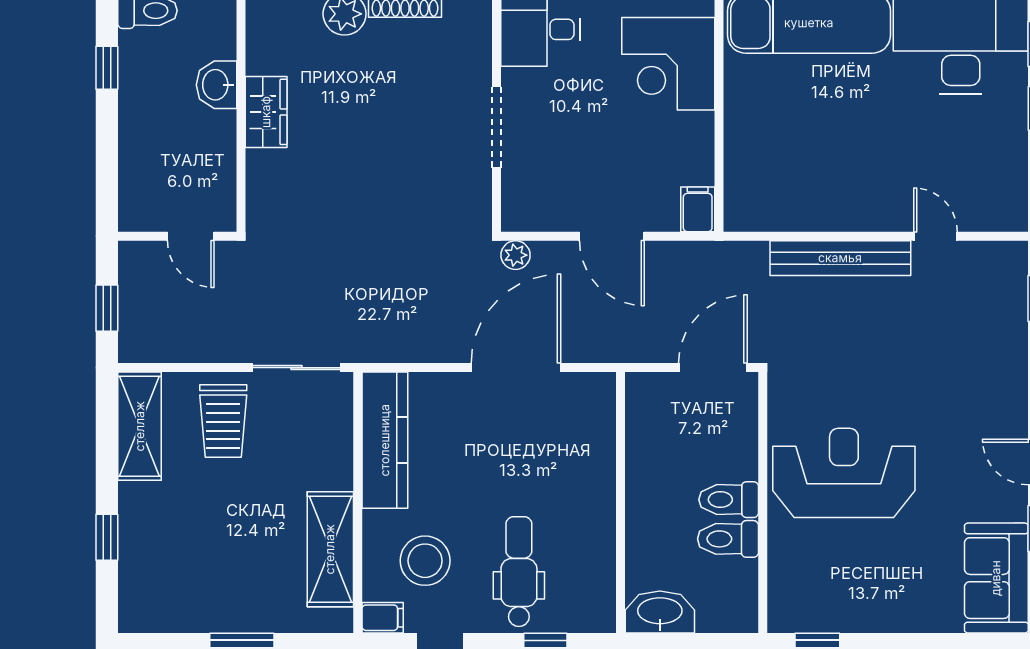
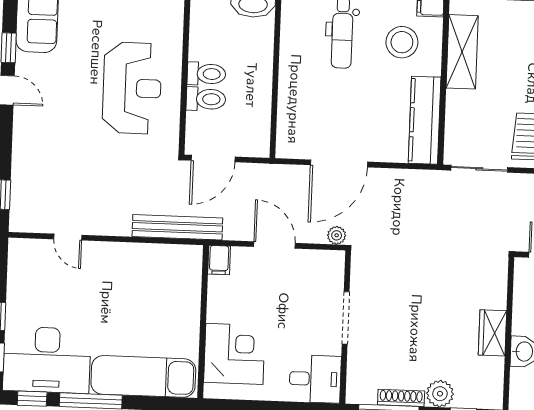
bench: (840, 258) -> (177, 227), moved
reception desk: (844, 473) -> (132, 88), turned -90
toilet: (728, 539) -> (206, 99), moved

